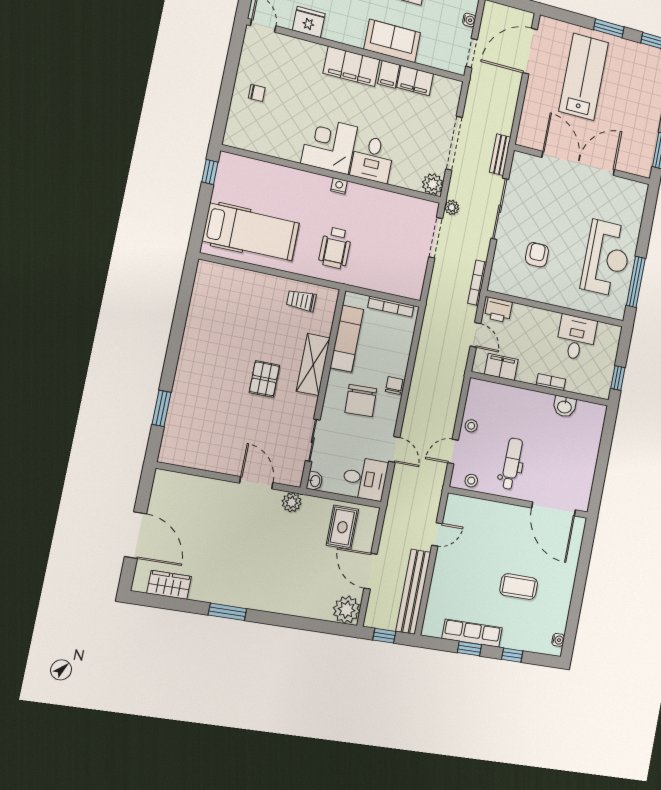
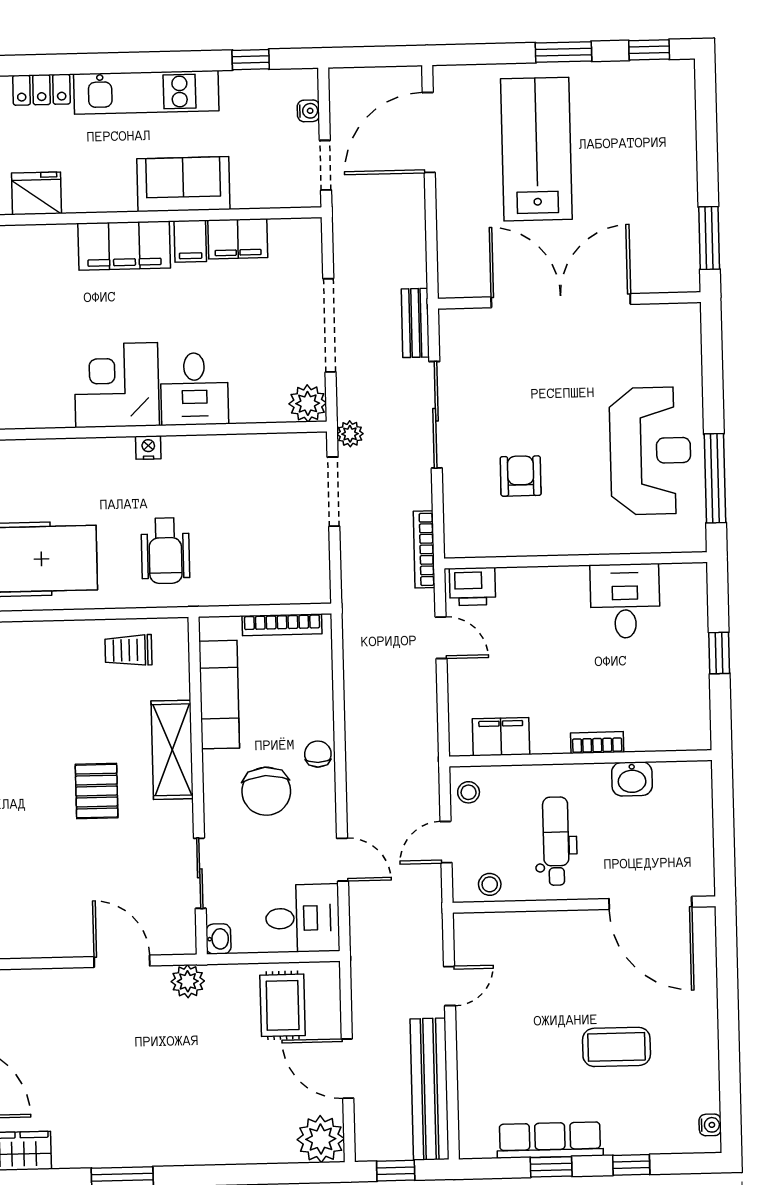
filing cabinet: (501, 367) -> (501, 737), moved
bookcase: (551, 382) -> (597, 743), moved
wall: (540, 389) -> (580, 758), moved
washbasin: (565, 407) -> (632, 779), moved

